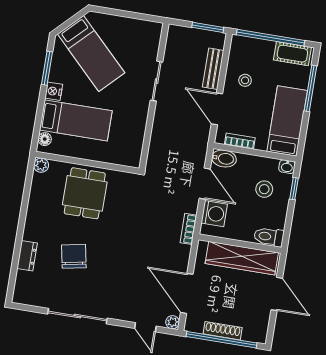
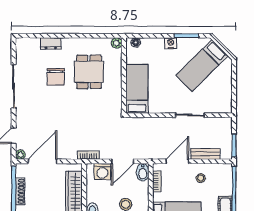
bed: (76, 120) -> (137, 89), moved, turned 180
dining table: (85, 193) -> (89, 72), moved, turned 90
chair: (74, 256) -> (56, 77), turned 101

